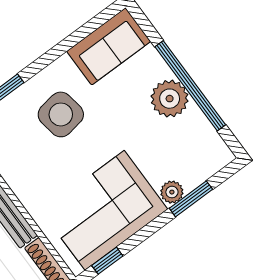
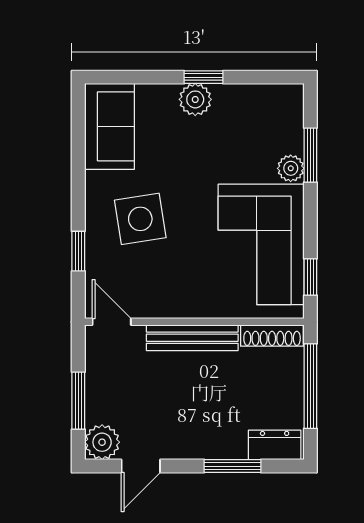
window: (190, 86) -> (203, 77), width x0.32
plant: (170, 99) -> (195, 99), width x0.73, depth x0.73

